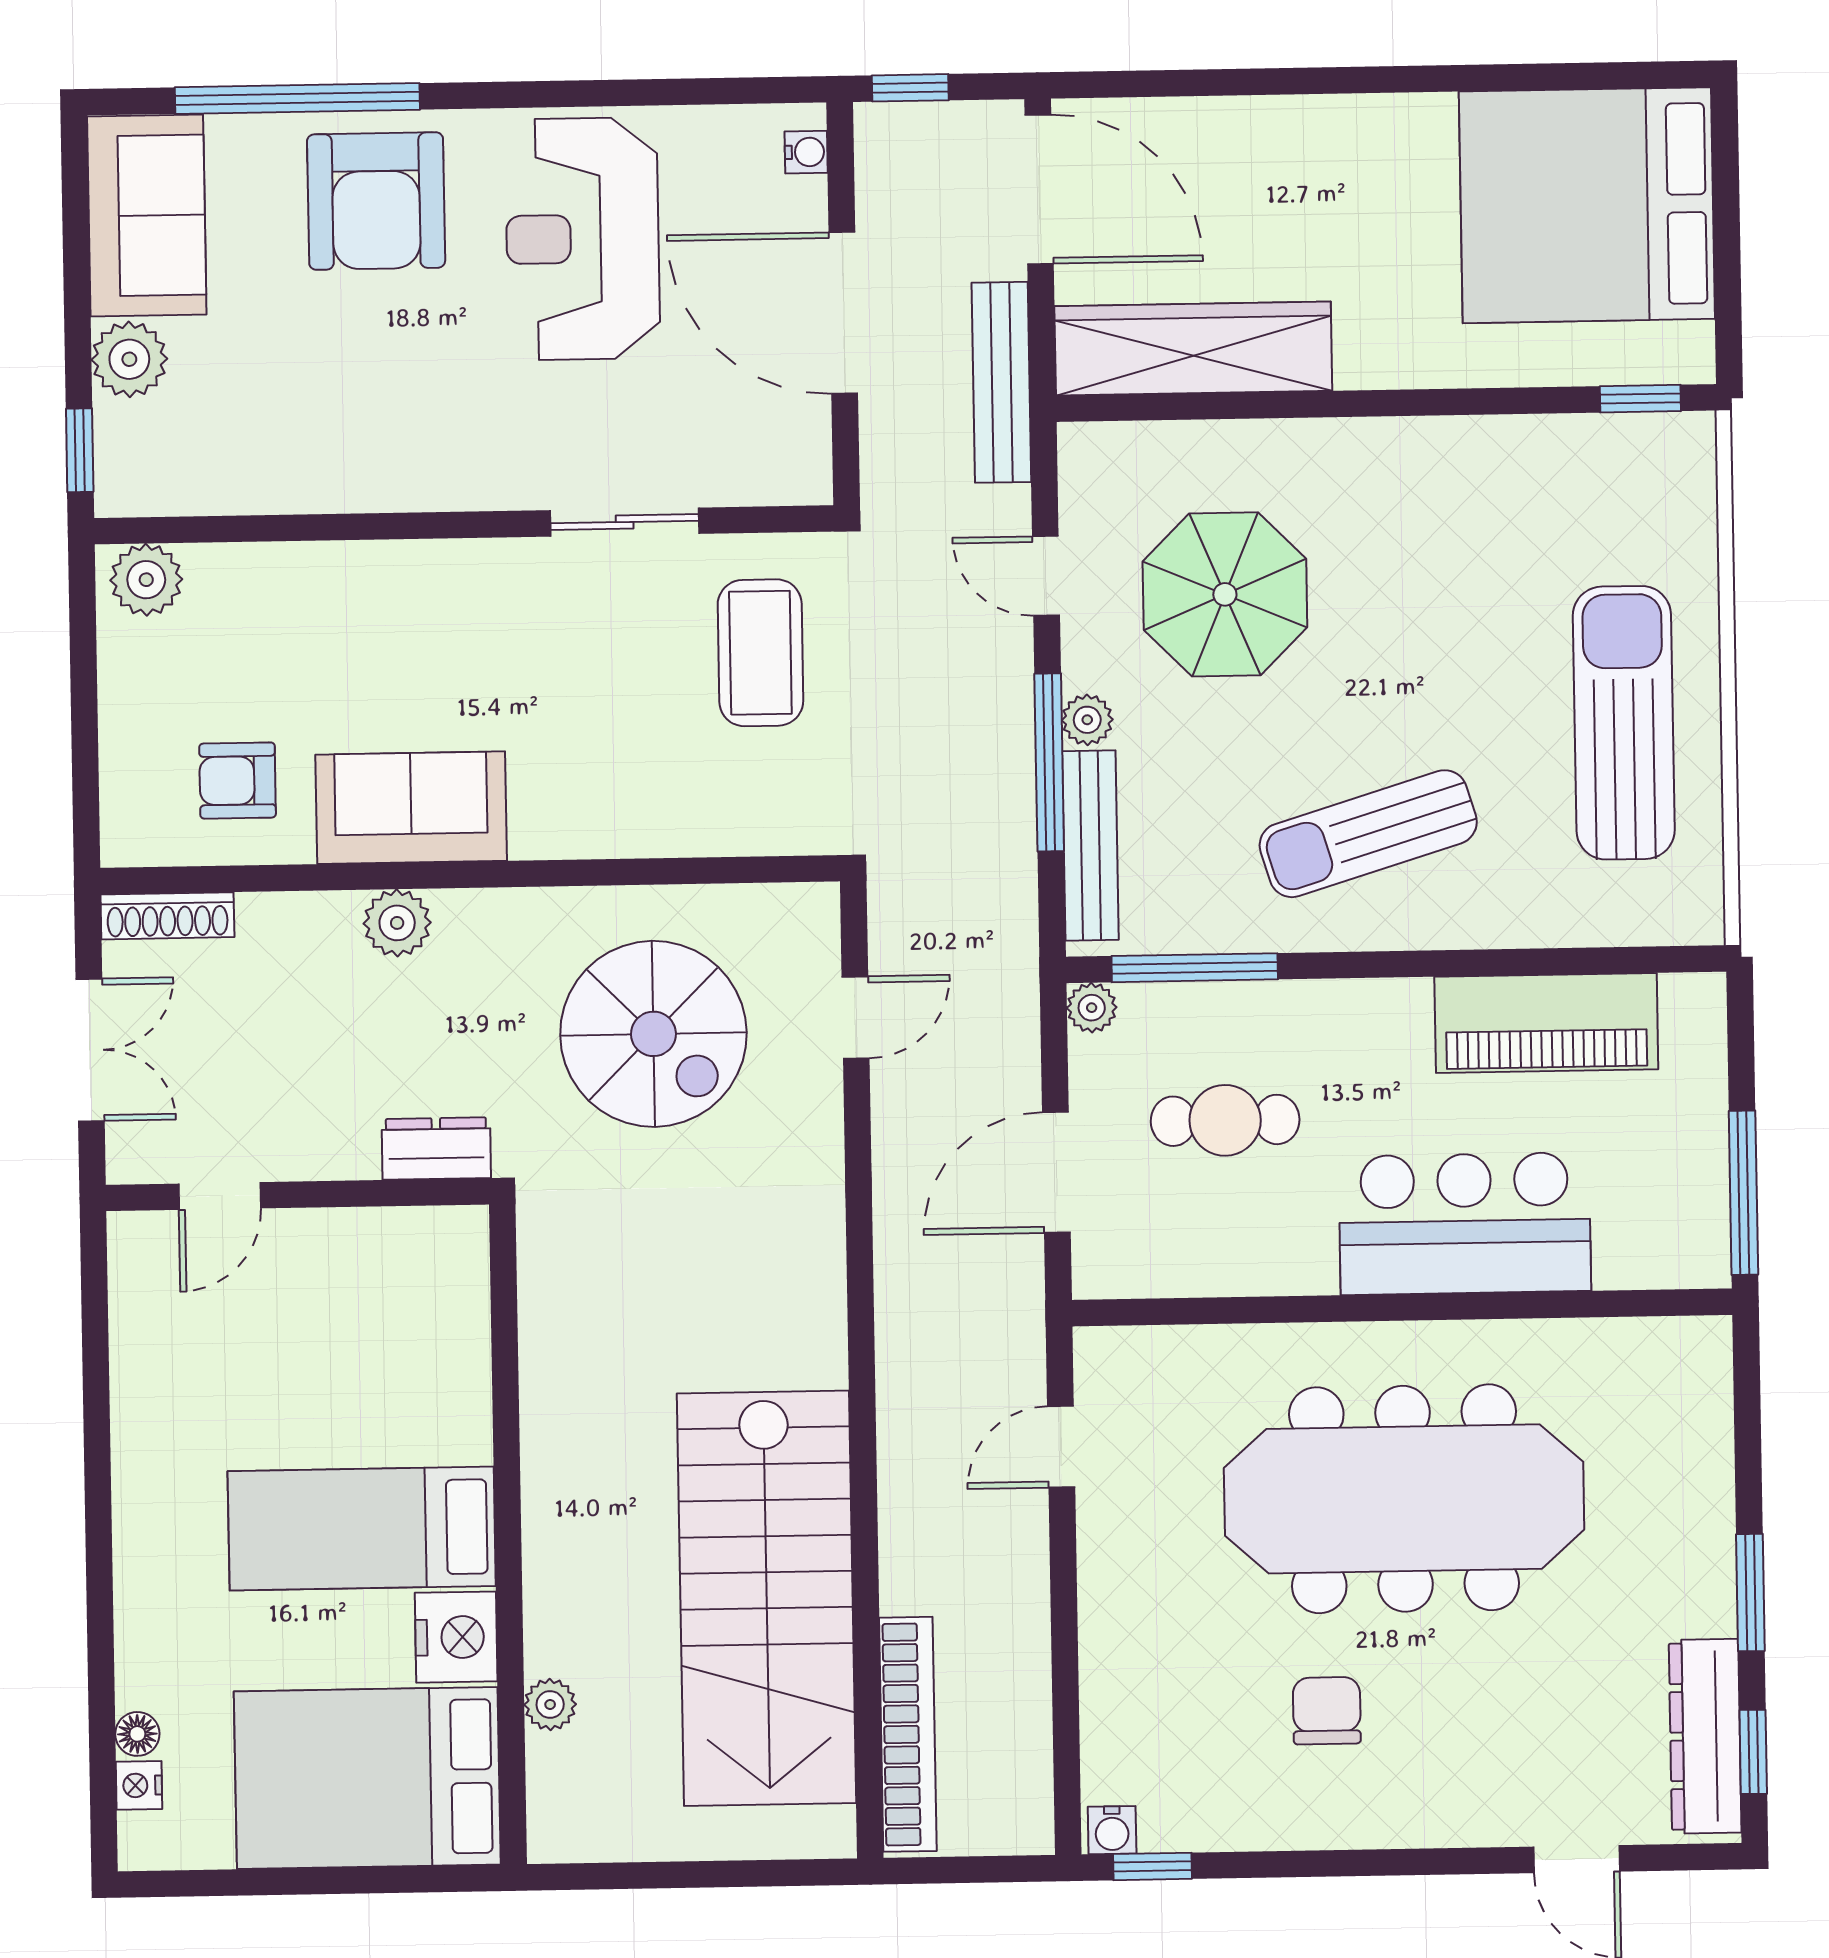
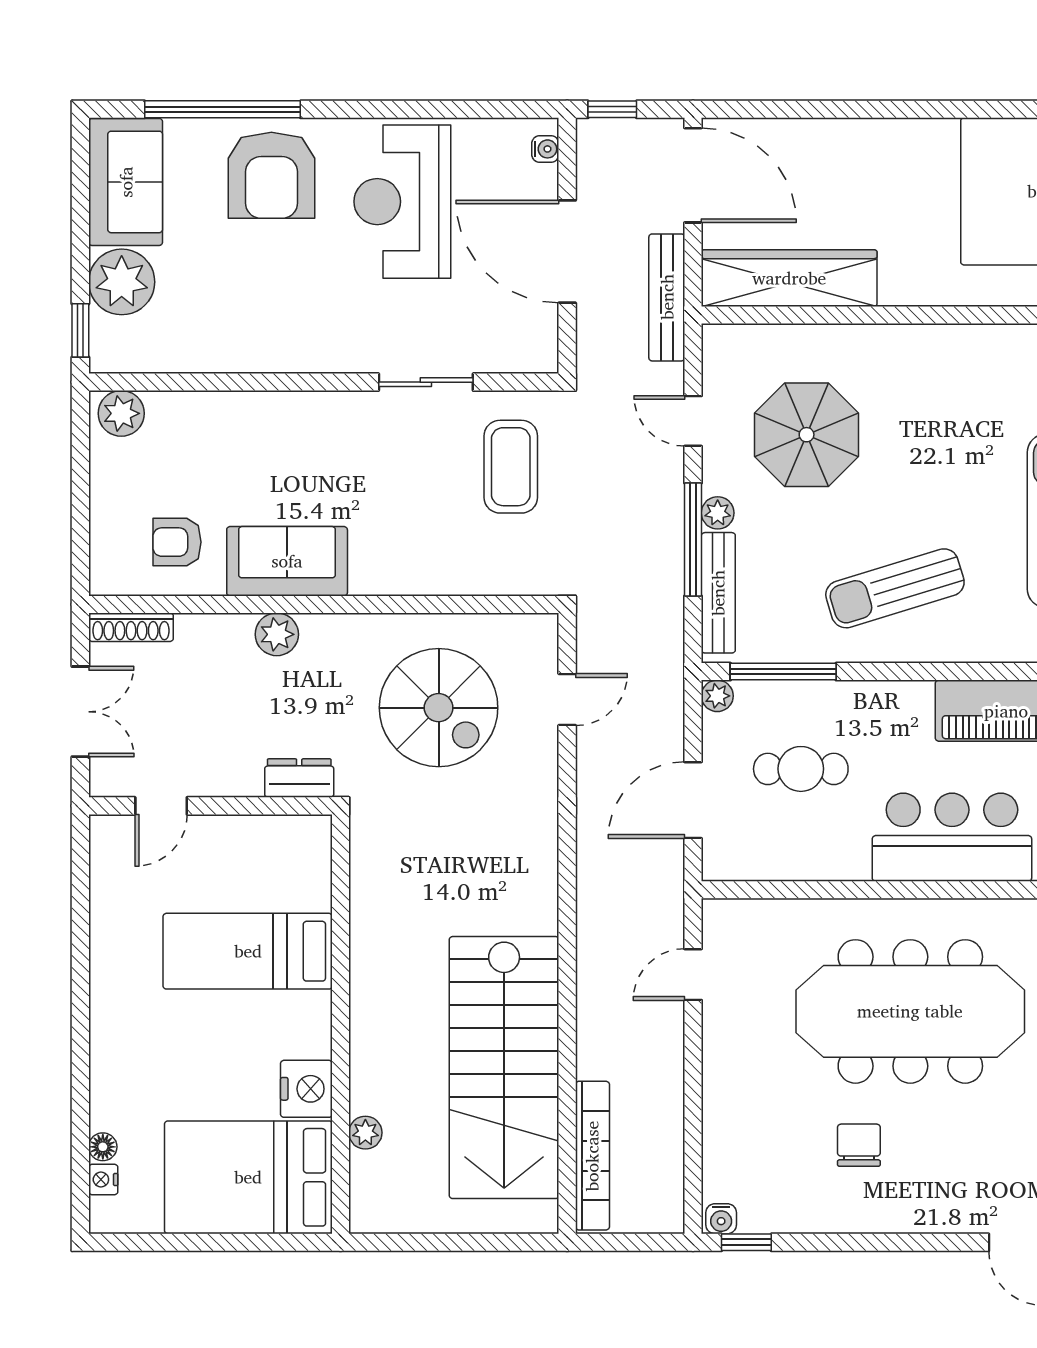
plant: (129, 359) -> (122, 282), width x1.36, depth x1.36
bed: (362, 1529) -> (248, 951), moved

